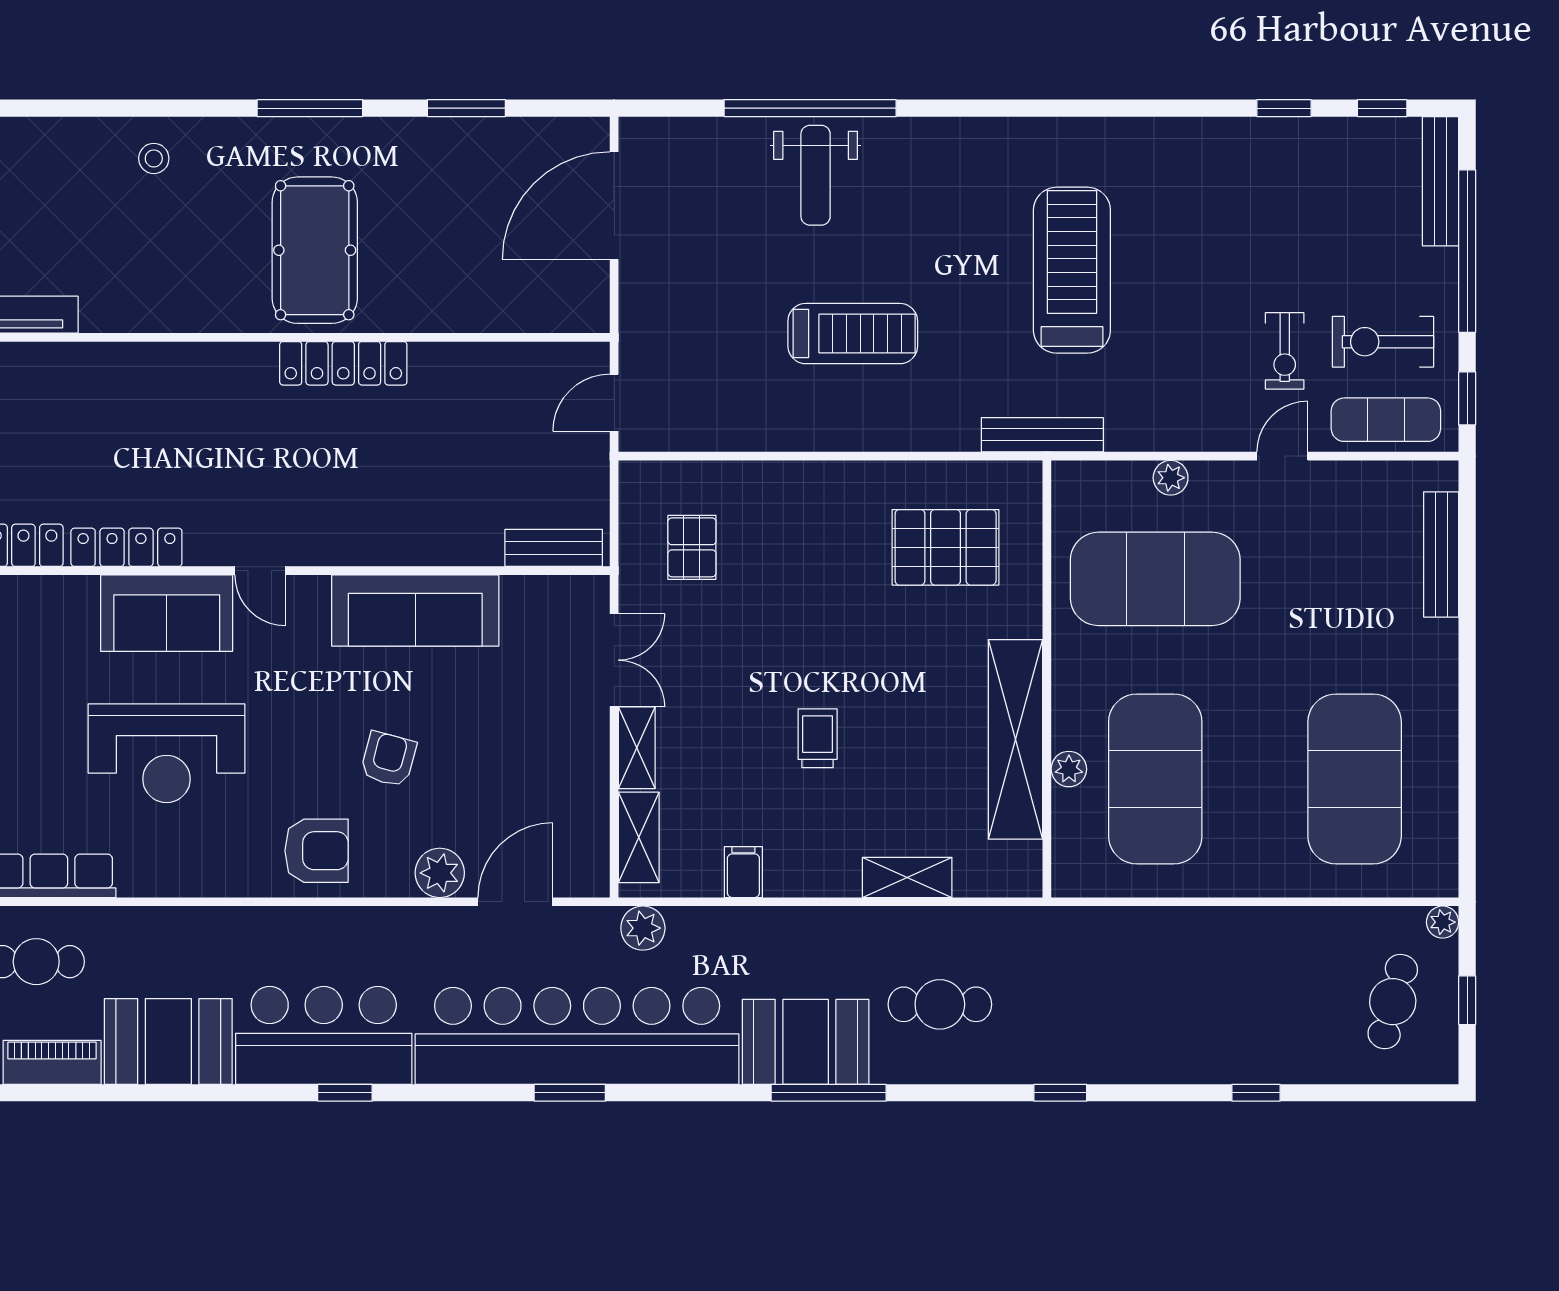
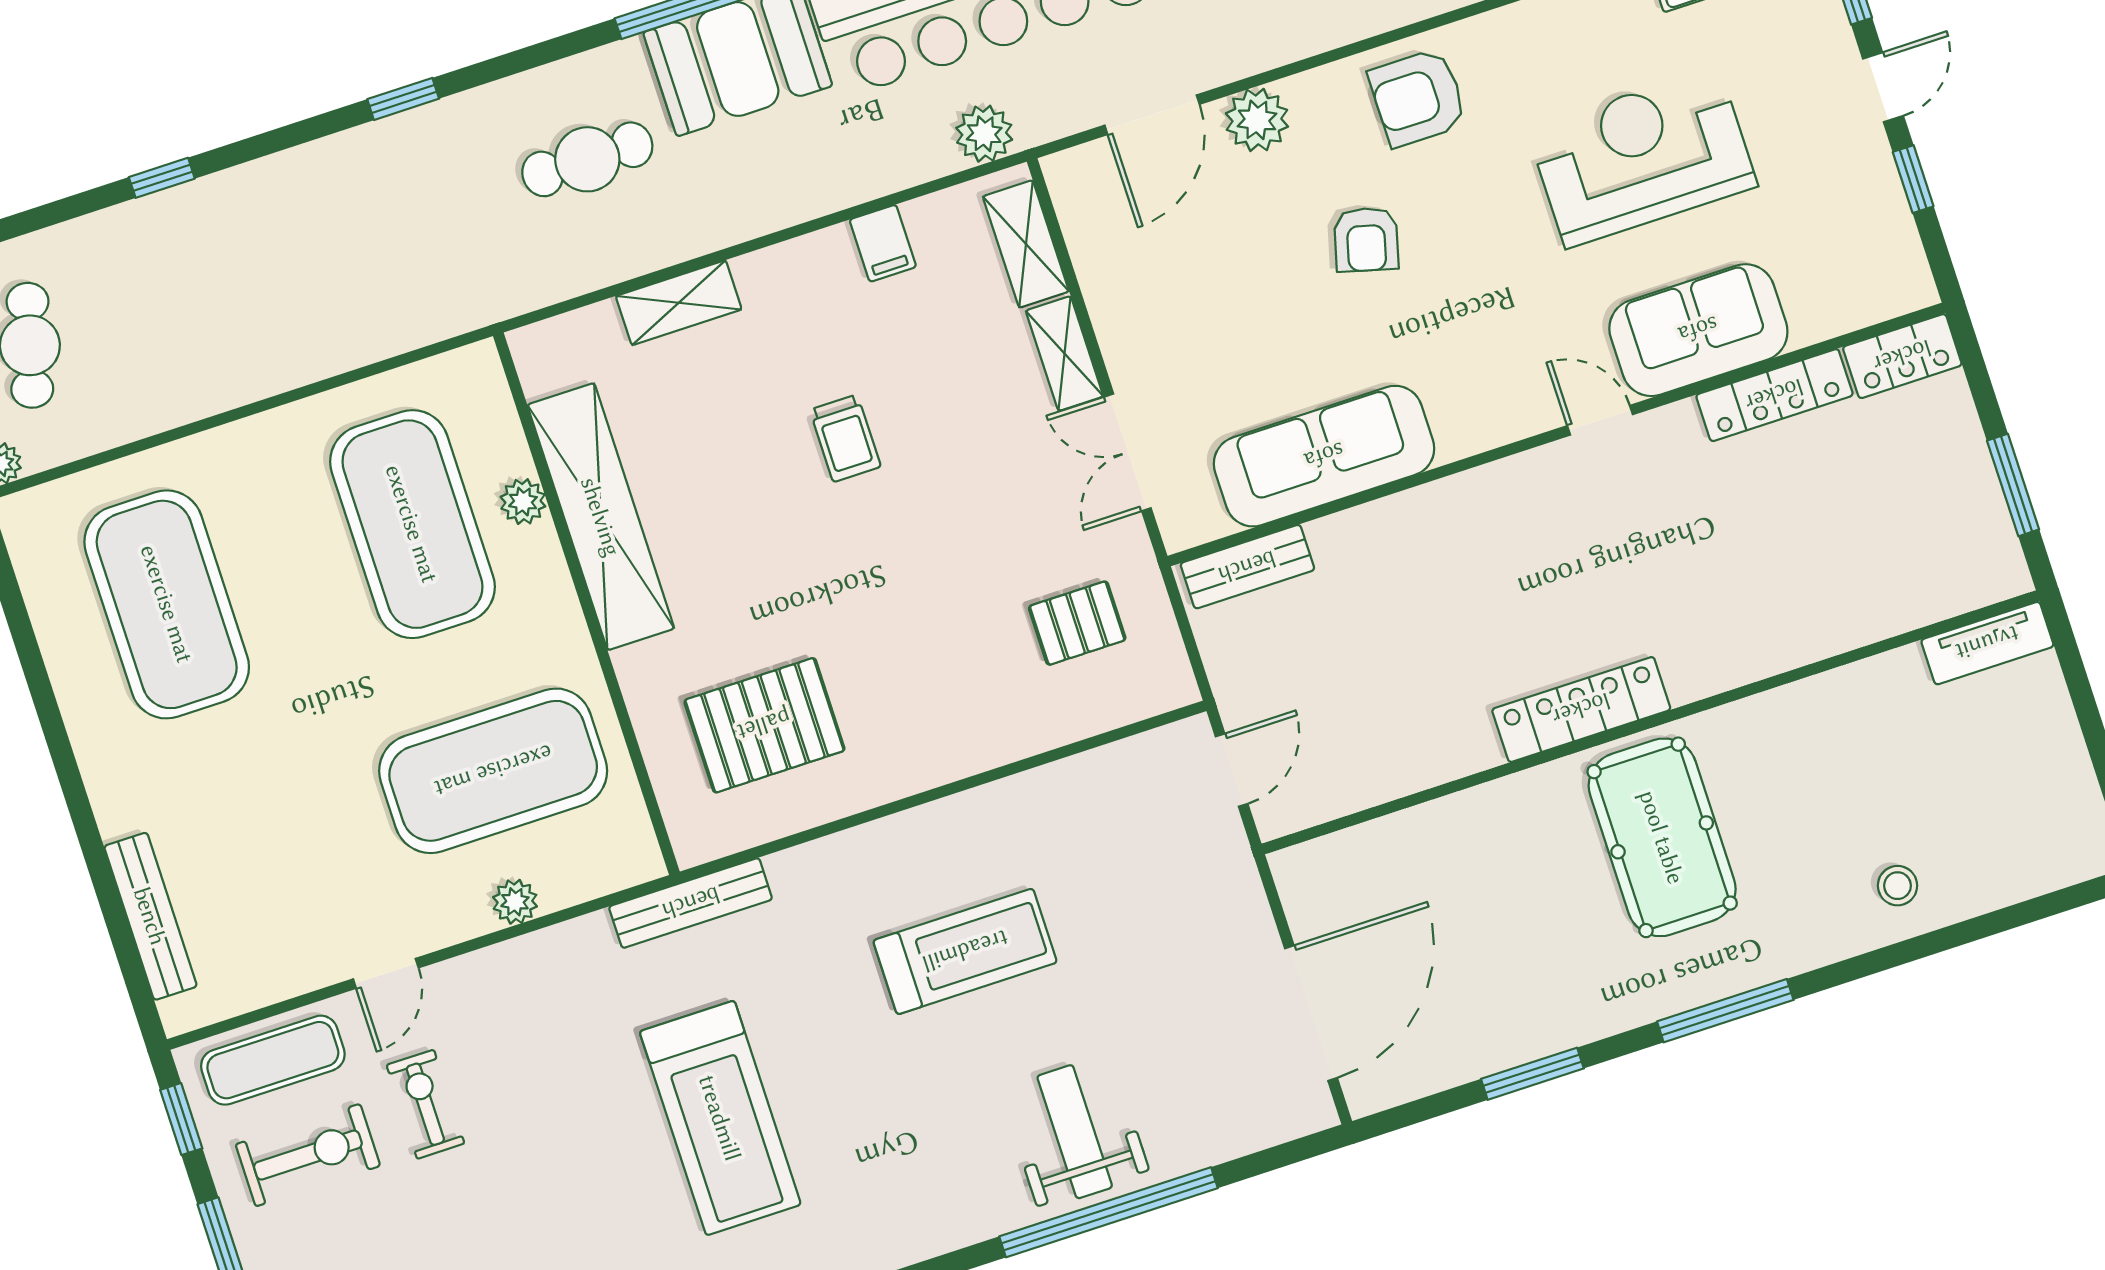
treadmill: (853, 334) -> (965, 951), turned 180
pallet: (692, 547) -> (1077, 623), turned 90
sofa: (415, 610) -> (1324, 456), moved

